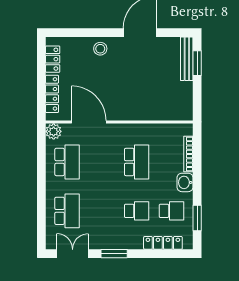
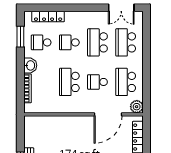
door: (89, 122) -> (108, 114), hinge flipped
school desk: (102, 162) -> (97, 82), added
school desk: (102, 211) -> (97, 42), added
window: (114, 254) -> (88, 8), removed

